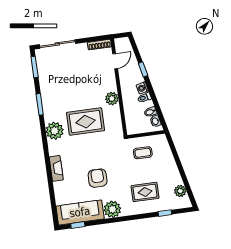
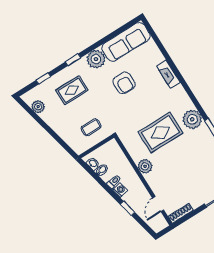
plant: (55, 131) -> (192, 119), moved
window: (78, 225) -> (73, 60), moved

